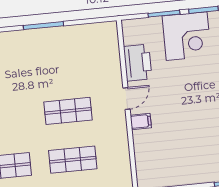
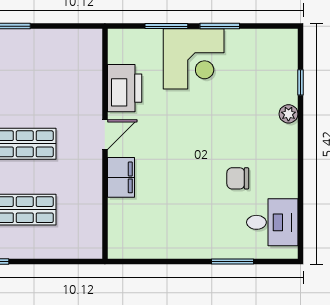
filing cabinet: (141, 121) -> (121, 177), width x2.00

